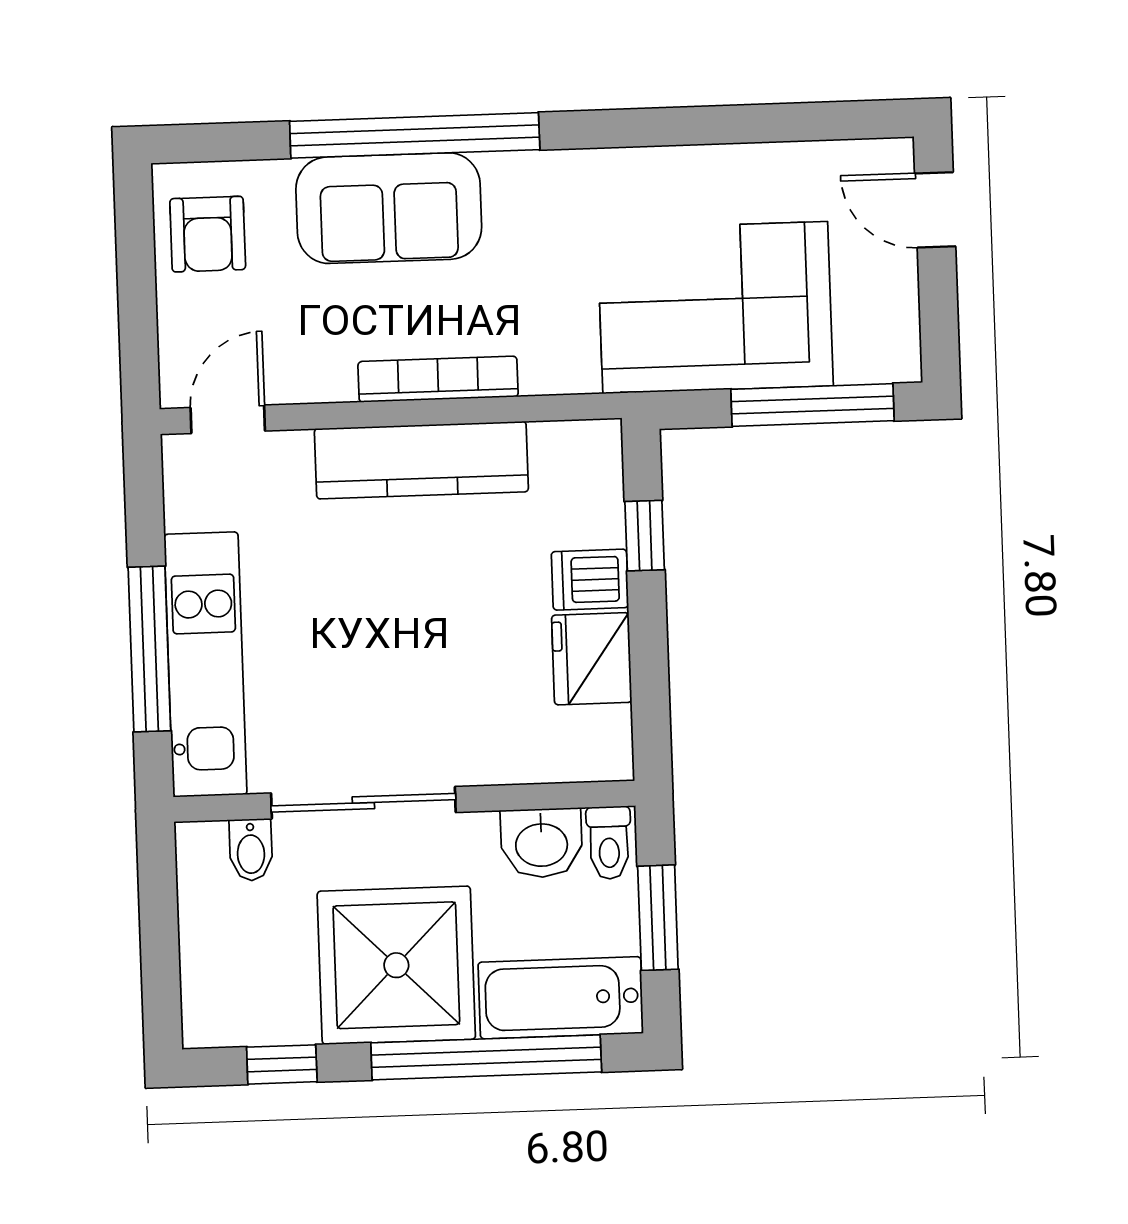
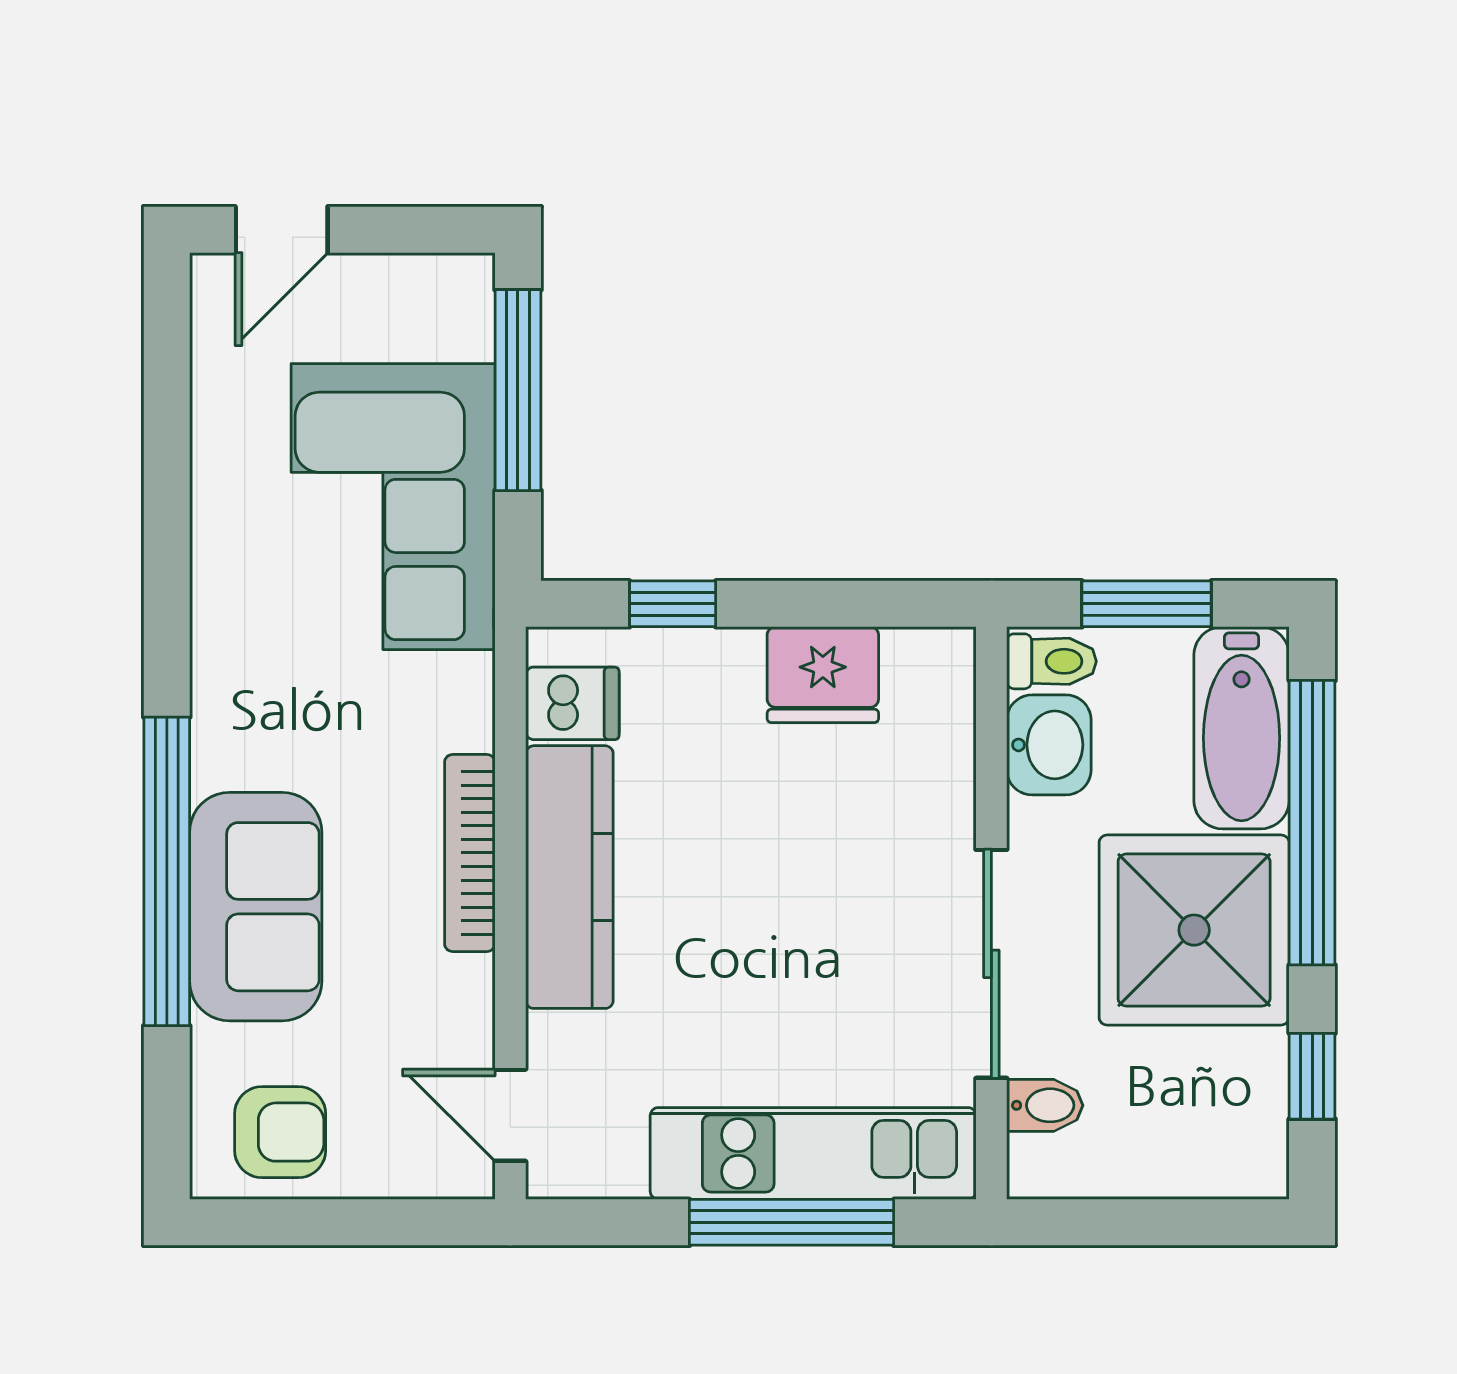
dishwasher: (590, 580) -> (572, 703), moved, turned -90

